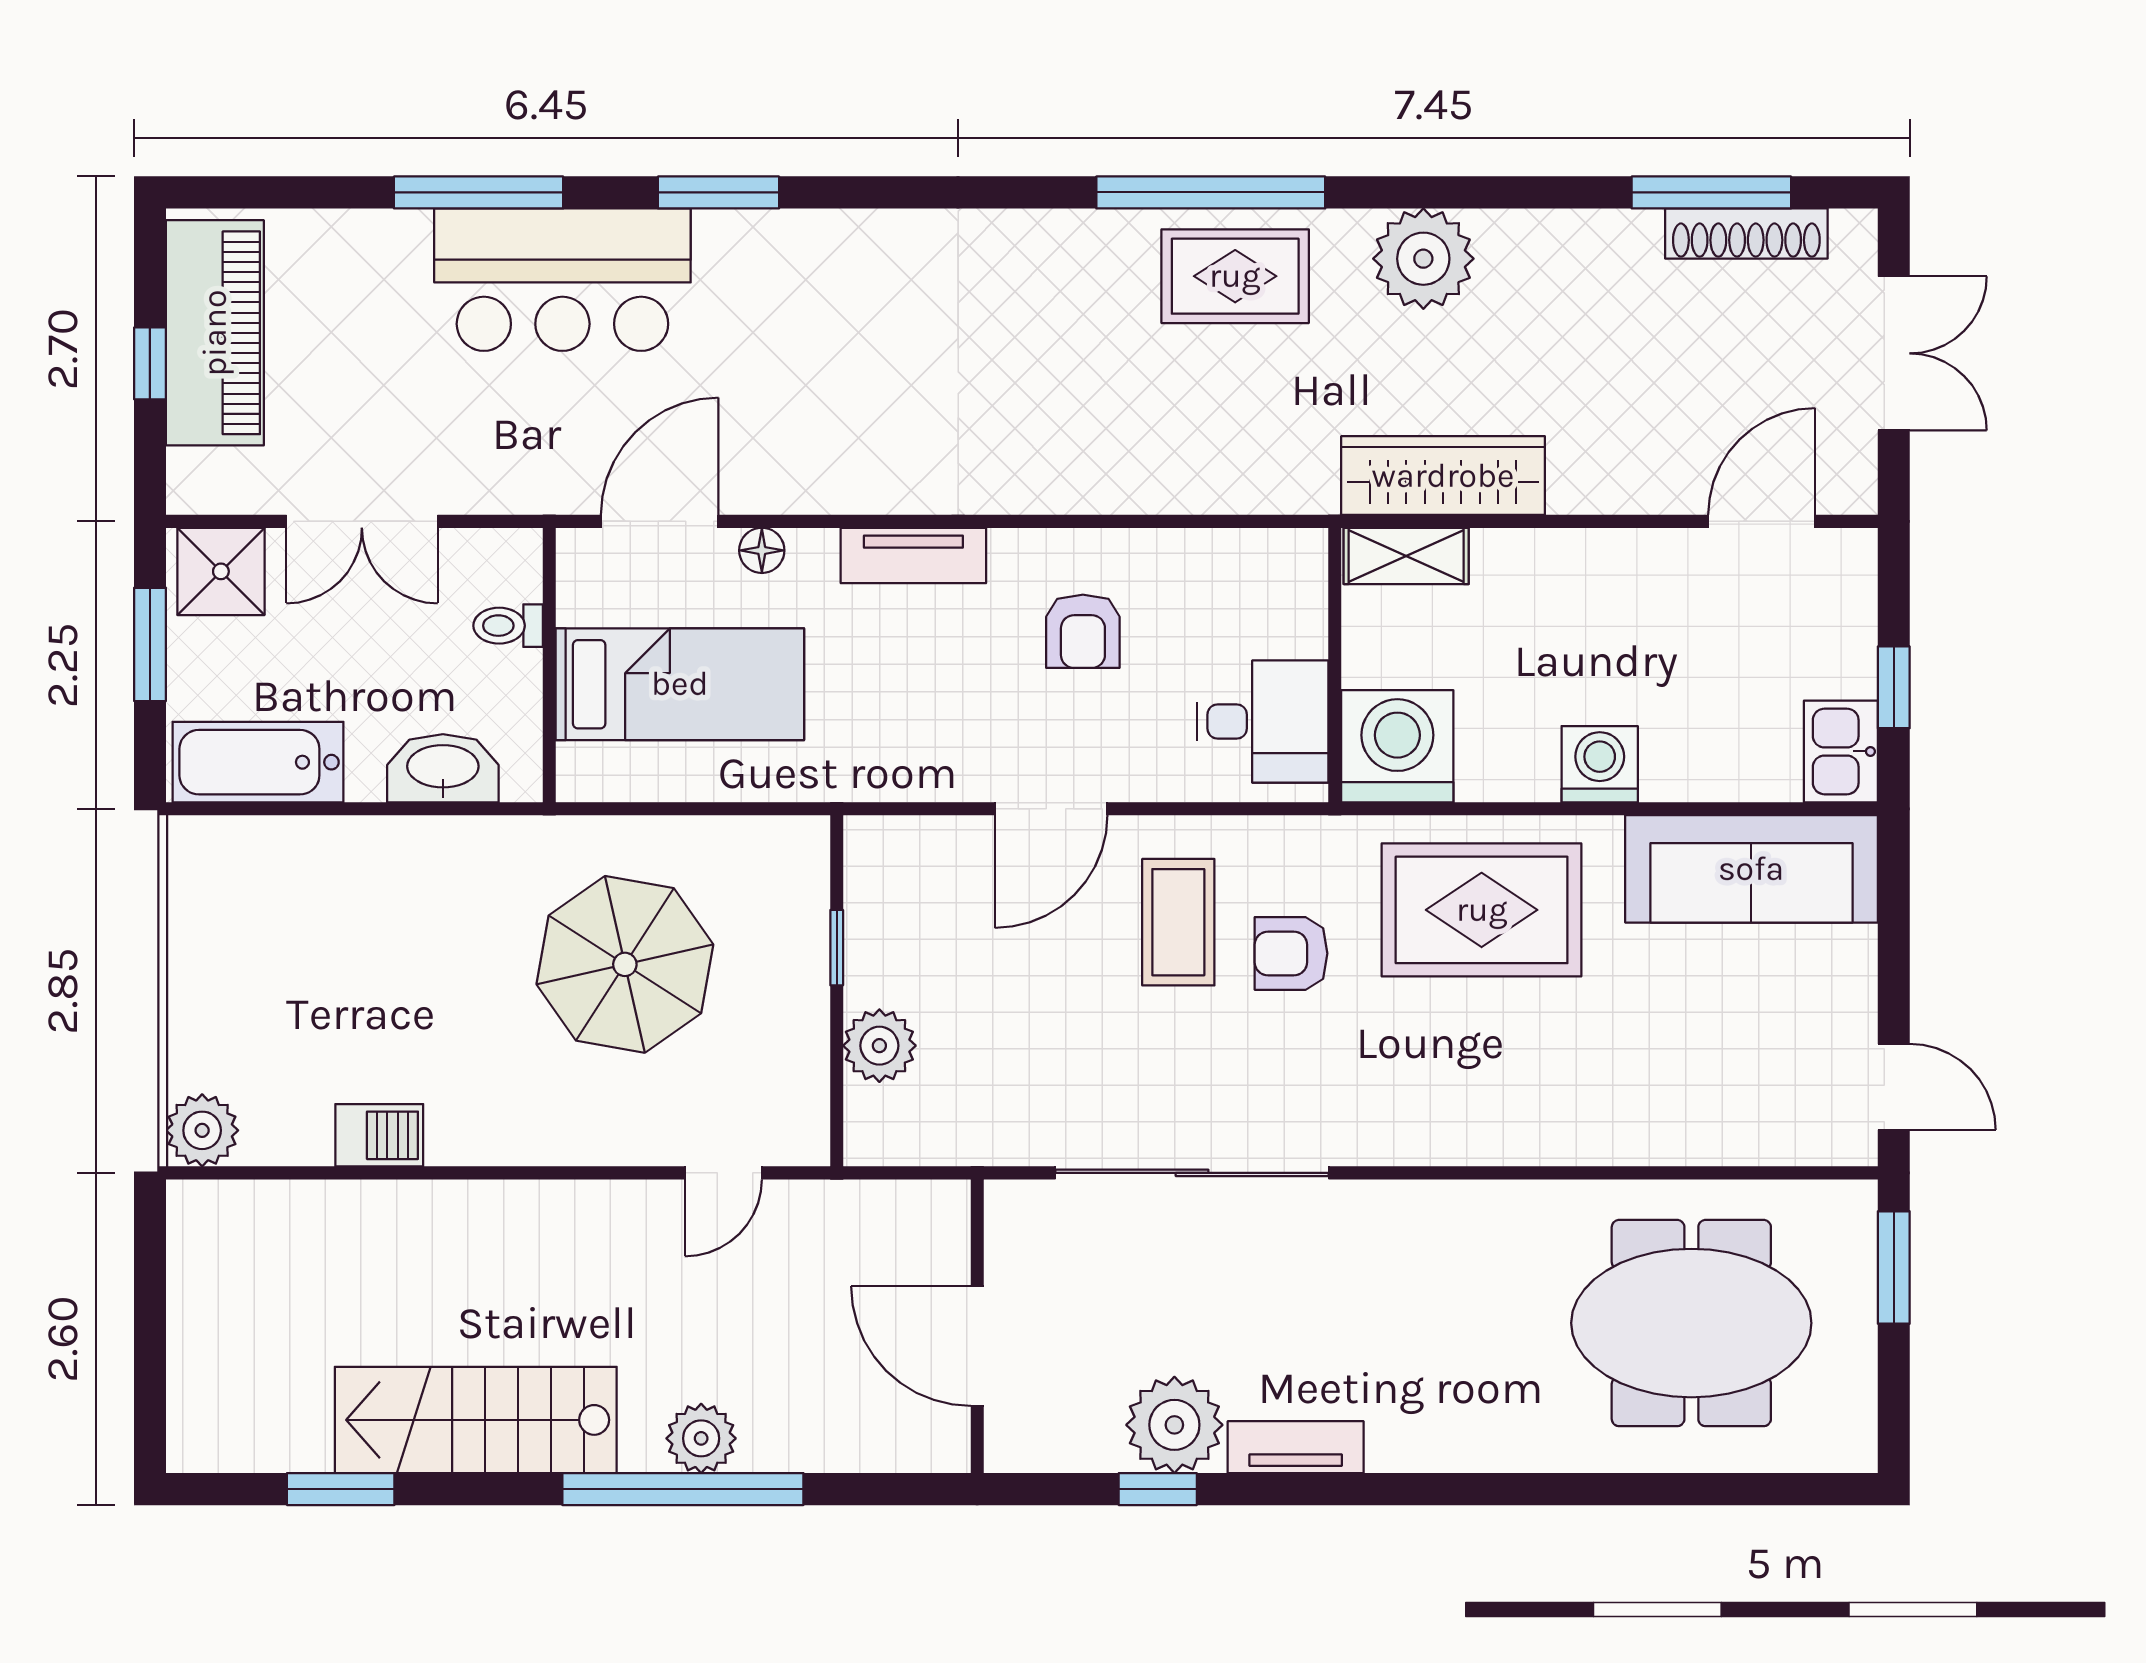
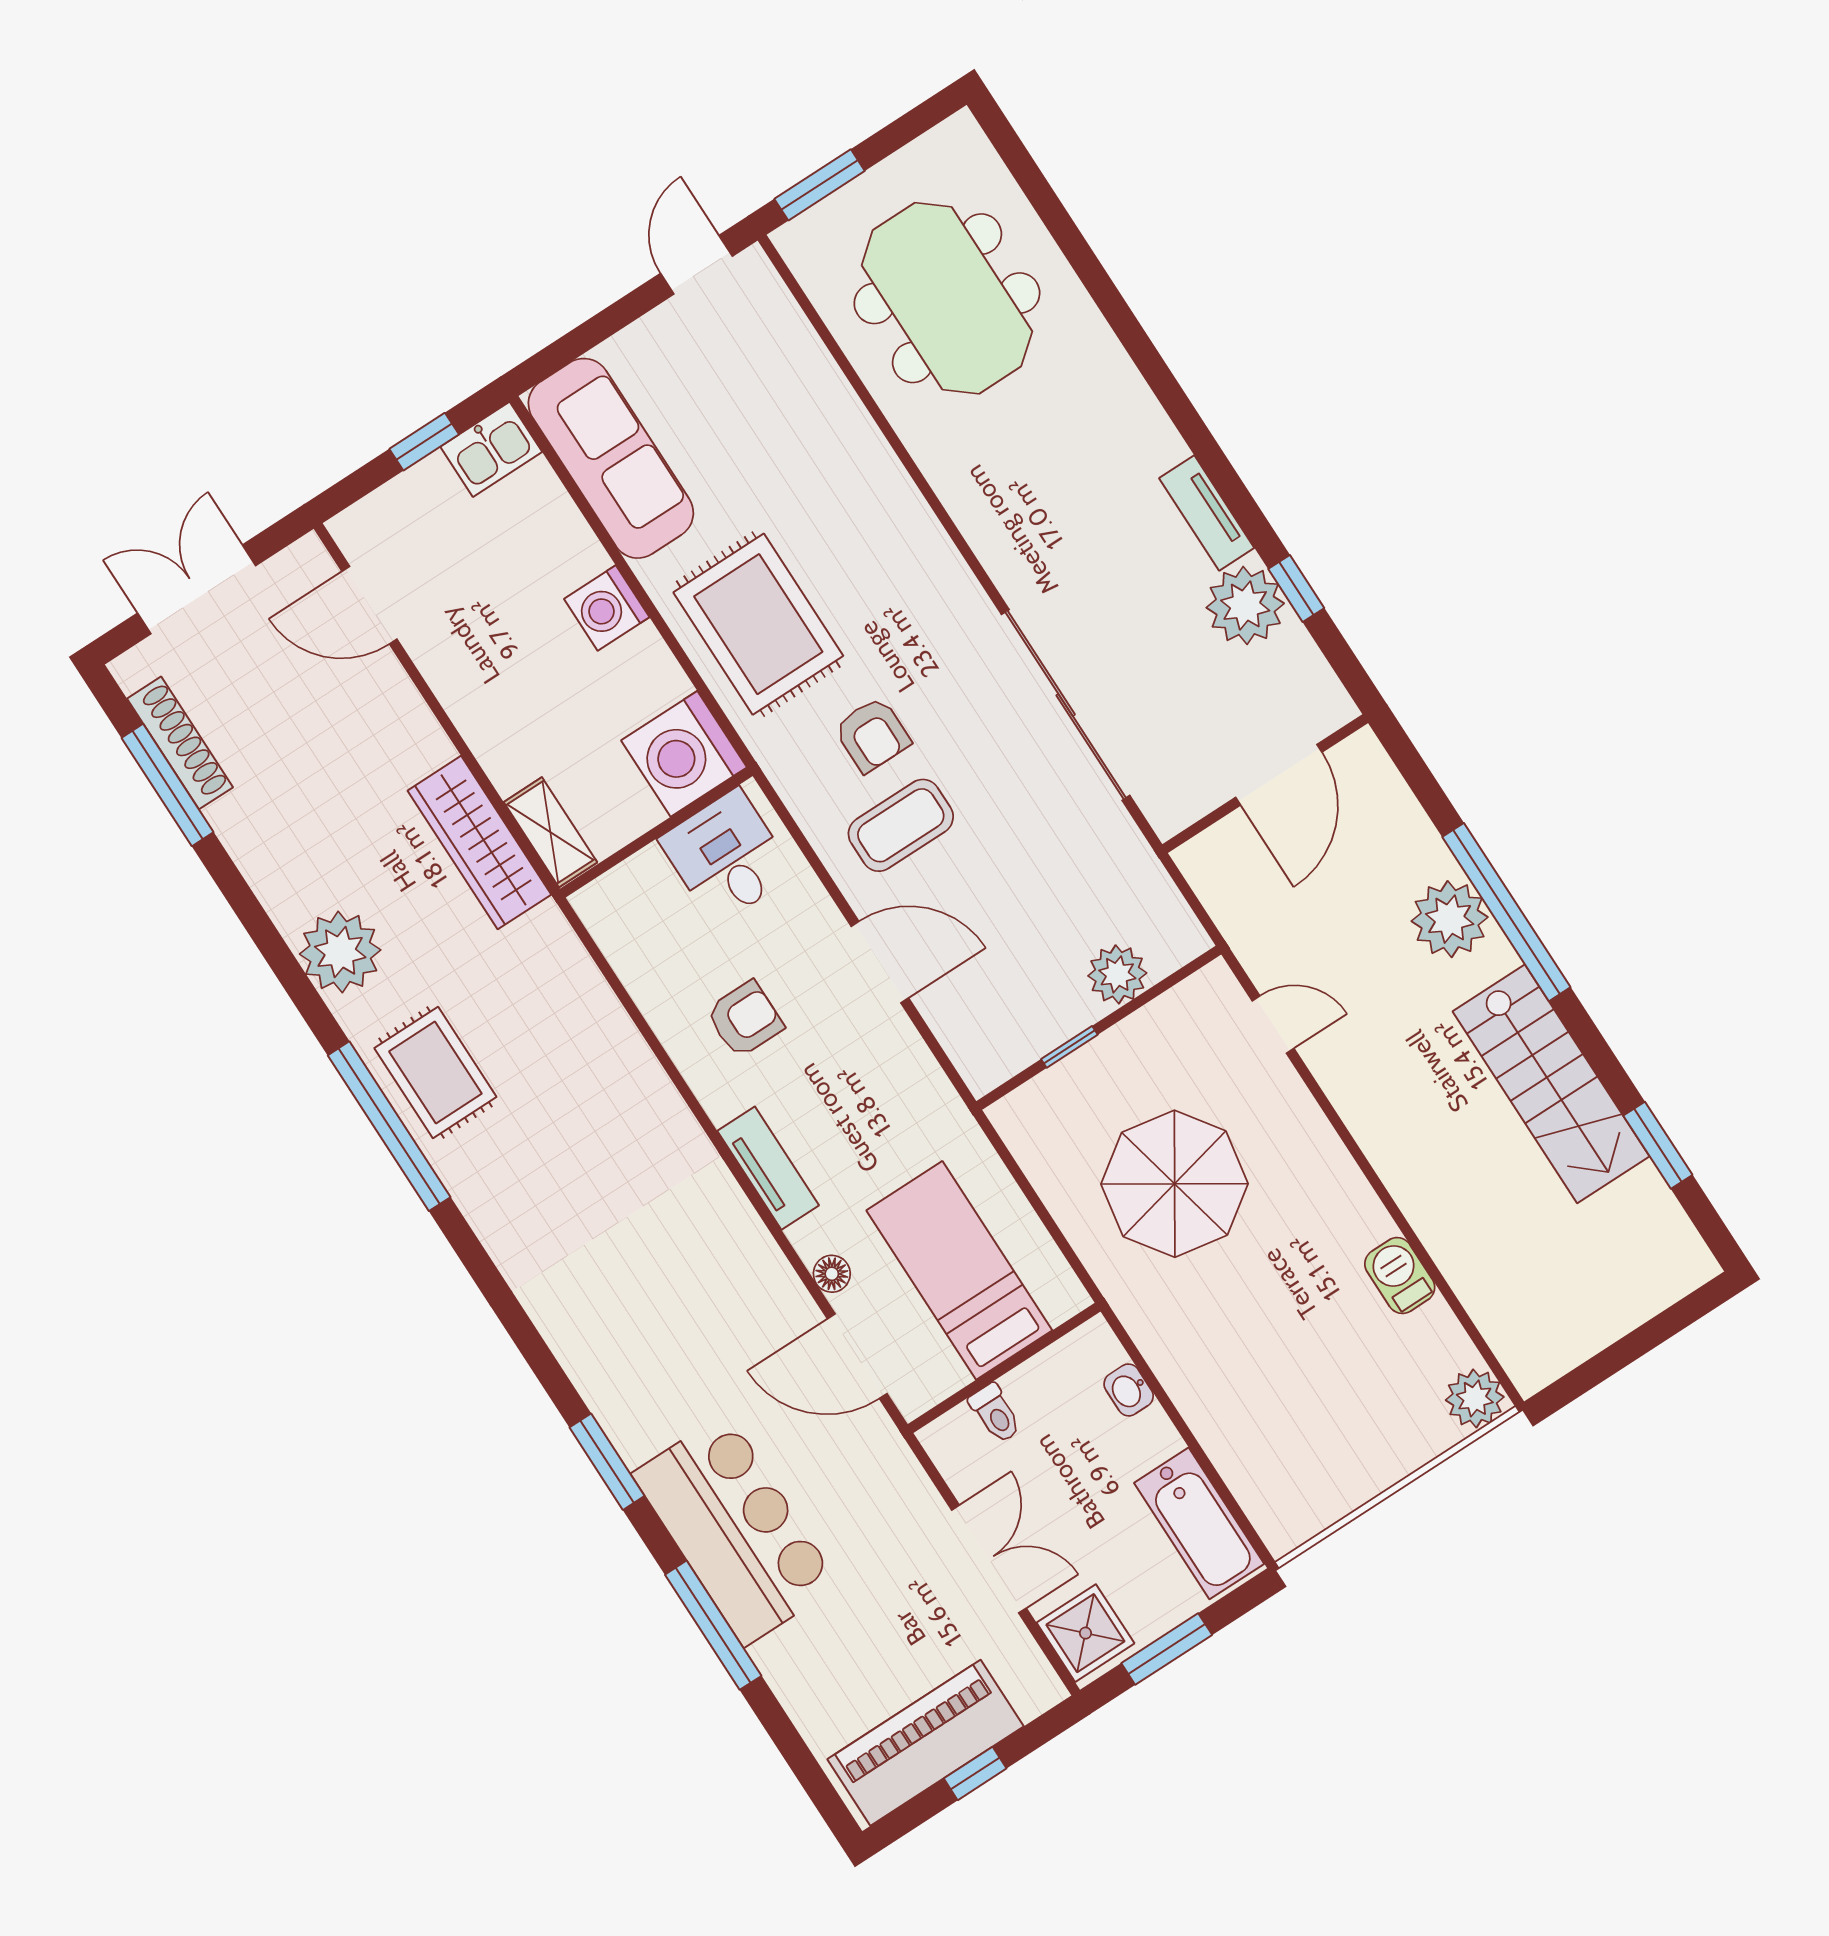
washbasin: (443, 768) -> (1129, 1390), width x0.52, depth x0.69
plant: (701, 1438) -> (1450, 919), width x1.36, depth x1.36

